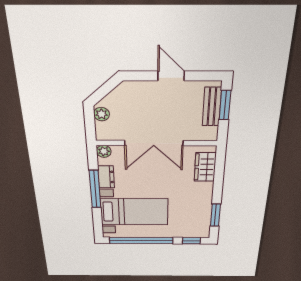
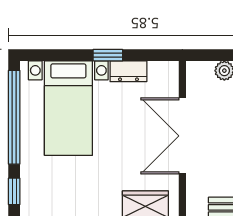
plant: (104, 151) -> (169, 70), removed
window: (95, 189) -> (108, 55), width x0.46

